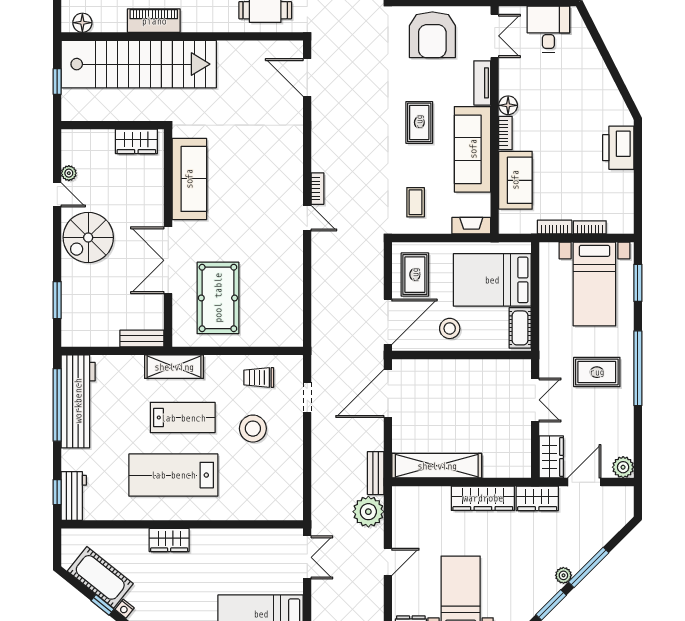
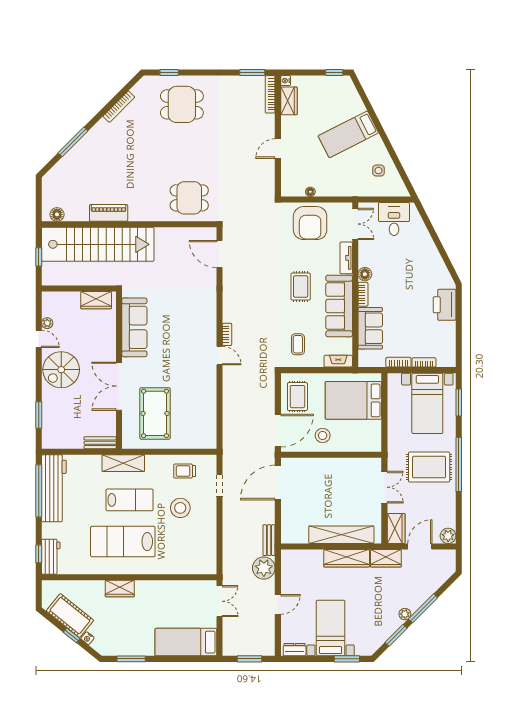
cot: (520, 328) -> (374, 435), removed
rug: (597, 372) -> (429, 467), width x1.36, depth x1.43
shelving: (437, 466) -> (341, 535), moved

